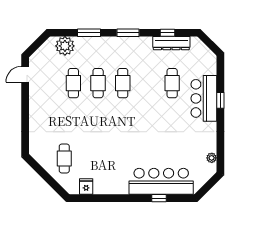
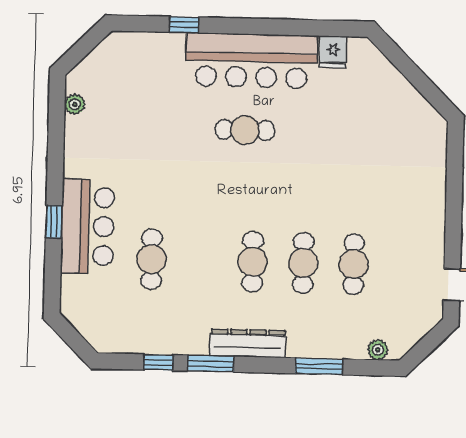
window: (128, 33) -> (211, 364), moved
dresser: (171, 43) -> (248, 343), moved
plant: (65, 46) -> (378, 350), width x0.53, depth x0.53
cafe table: (64, 158) -> (245, 130), moved, turned 90
bar counter: (161, 181) -> (252, 61), moved

